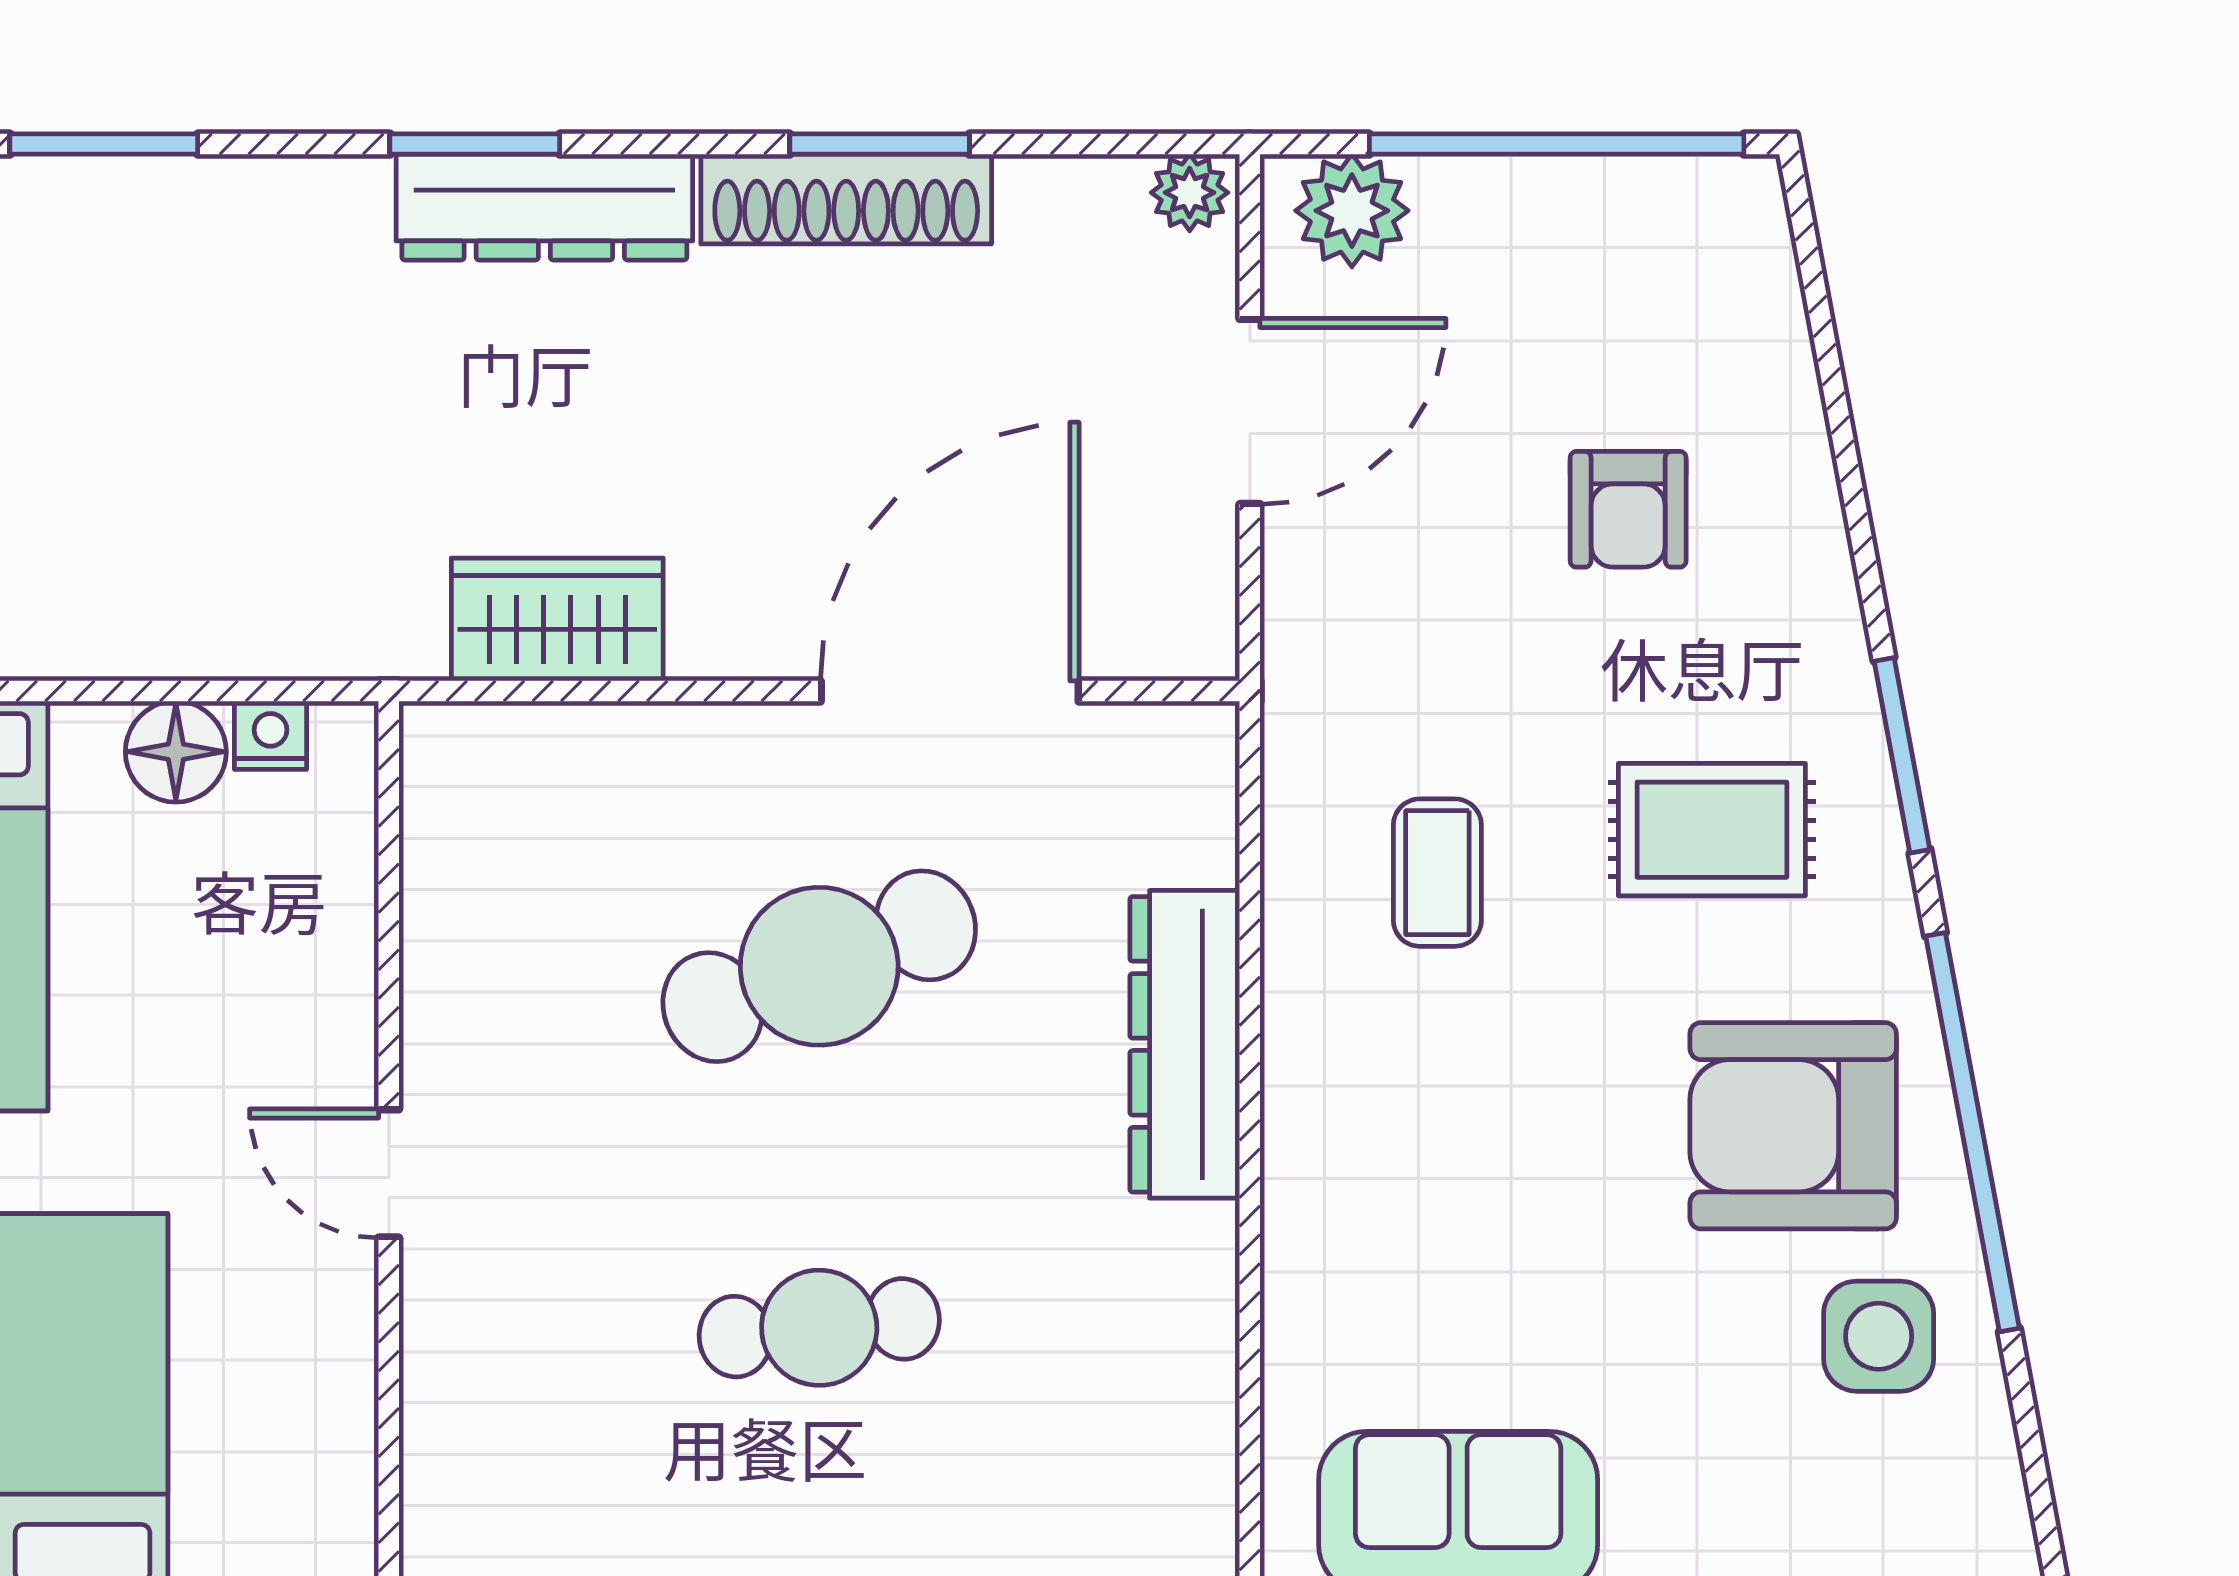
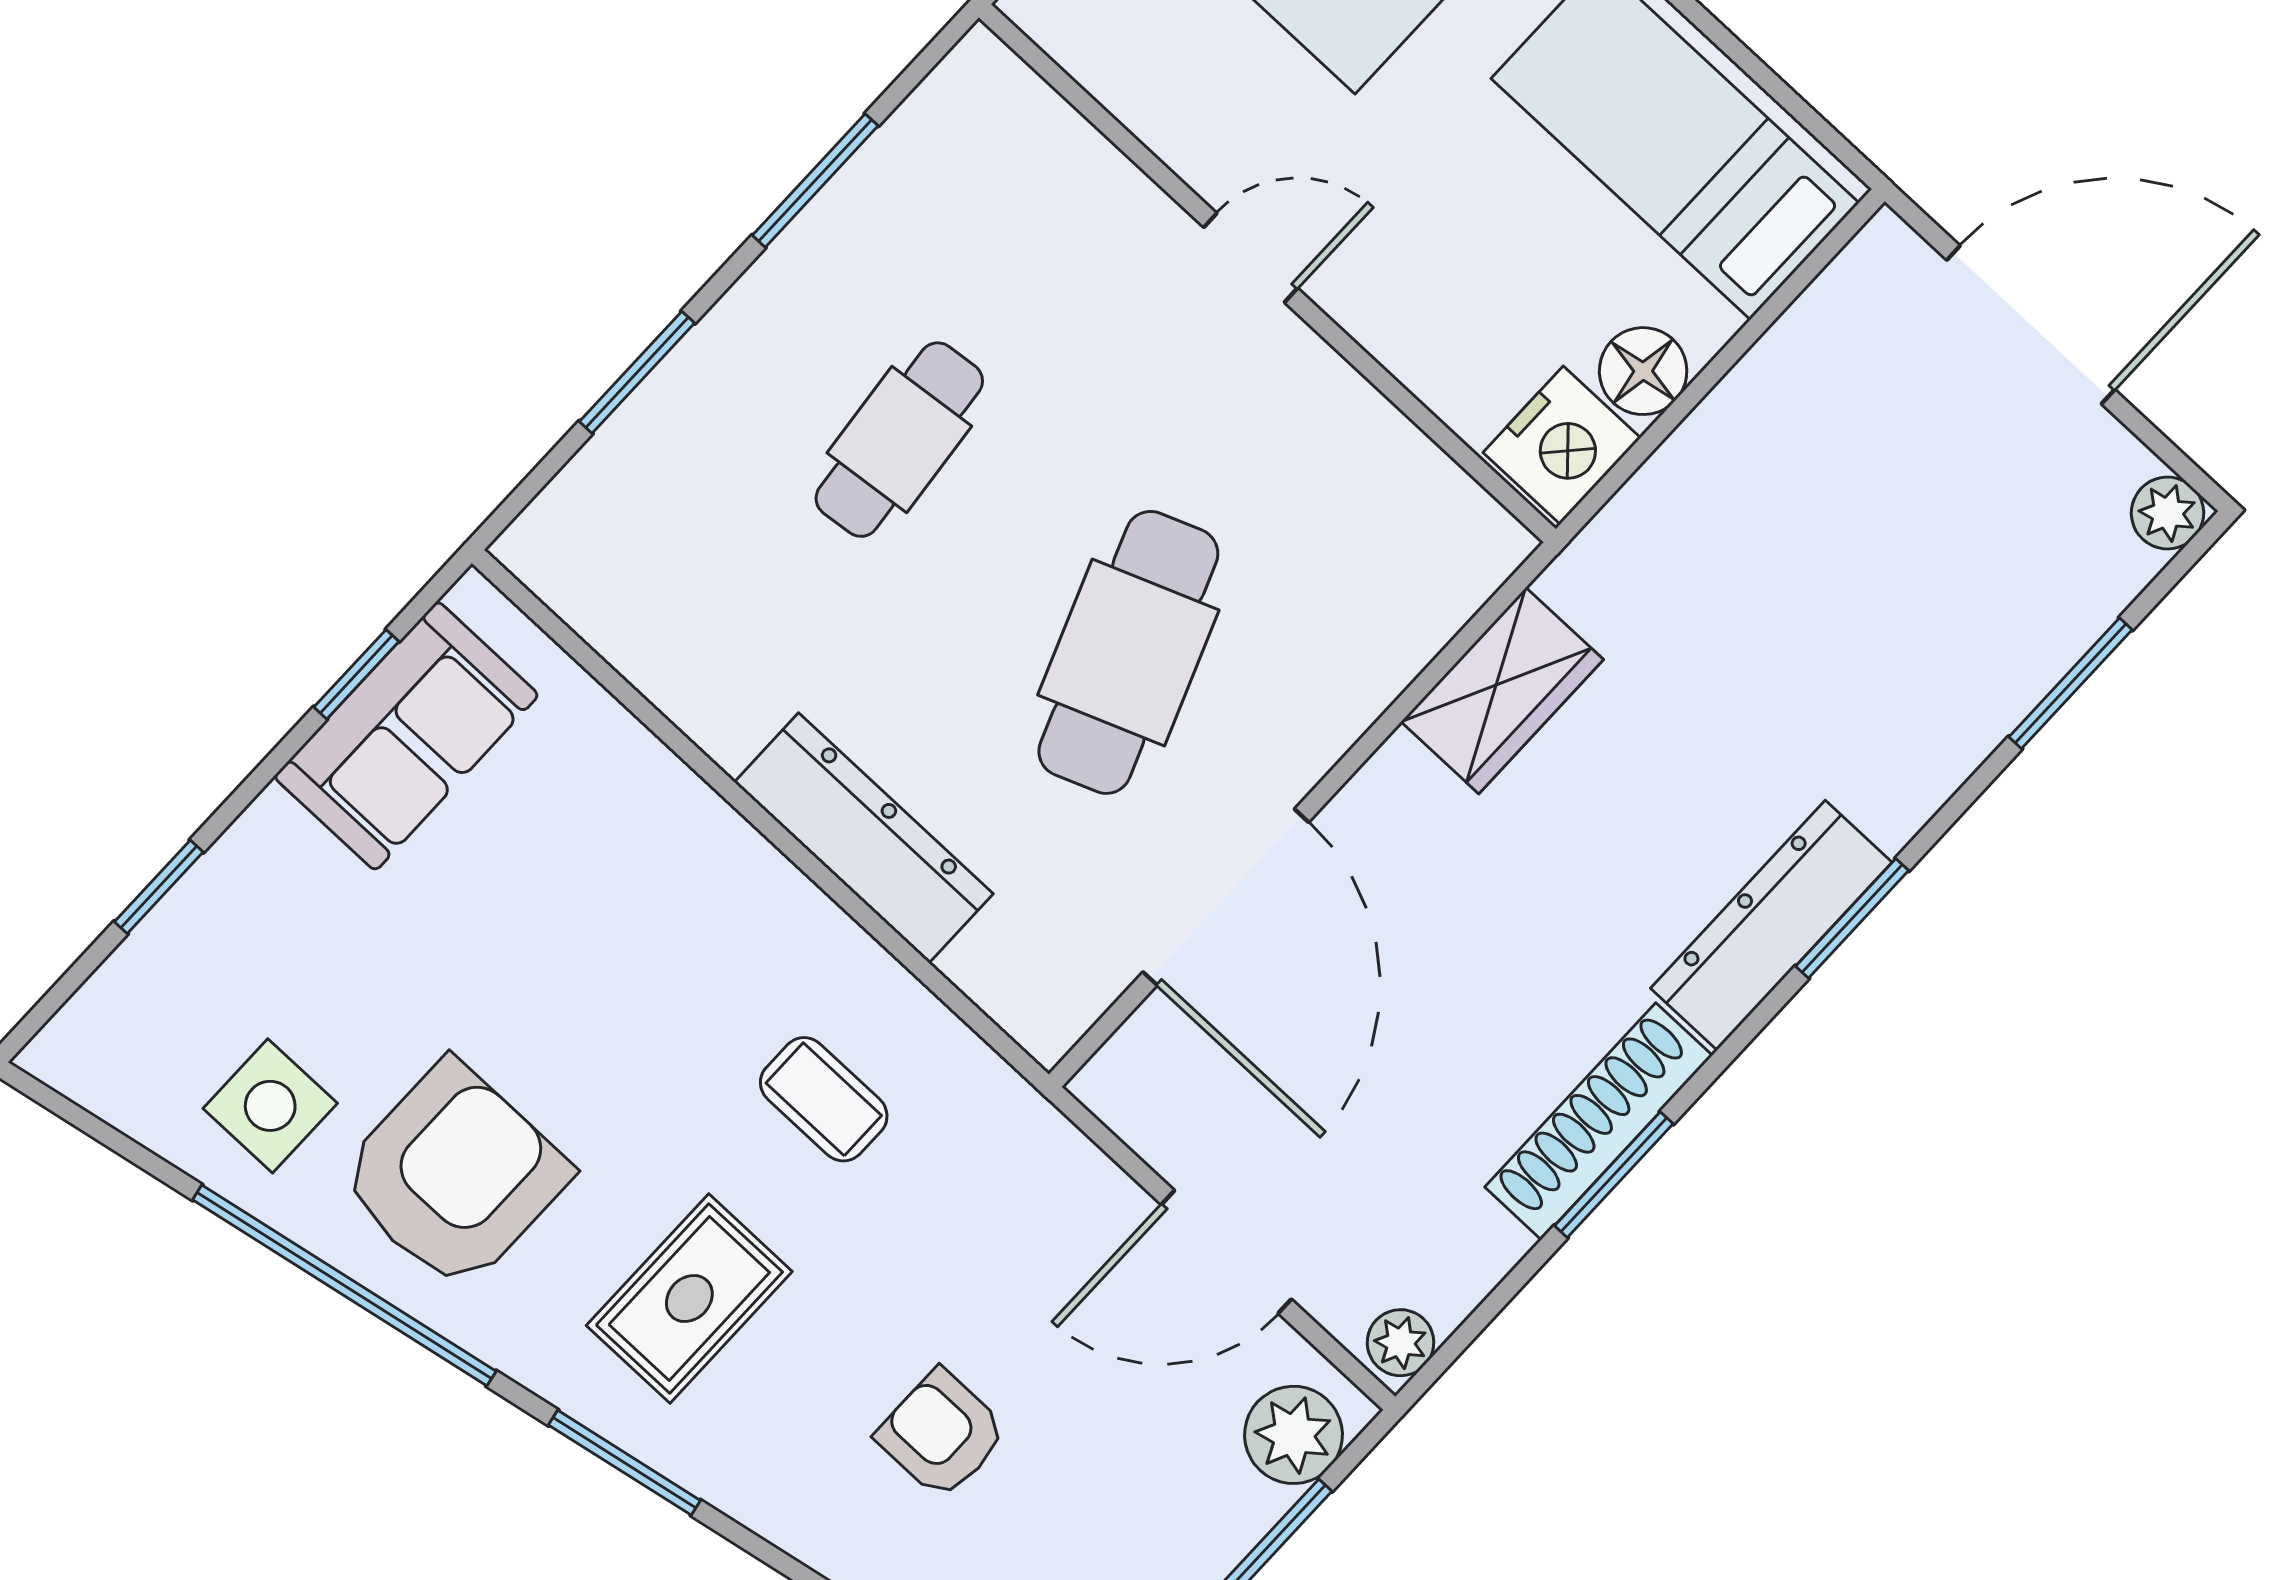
door: (1250, 411) -> (1226, 1252), hinge flipped
nightstand: (270, 735) -> (1562, 445), width x1.89, depth x1.79

